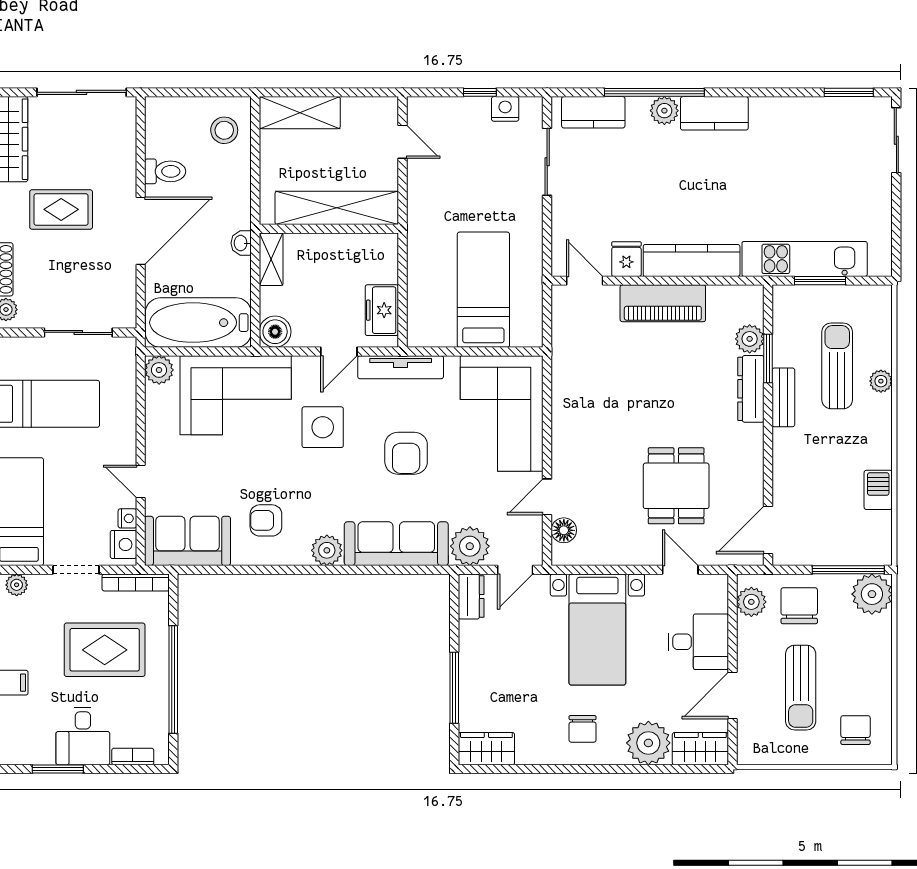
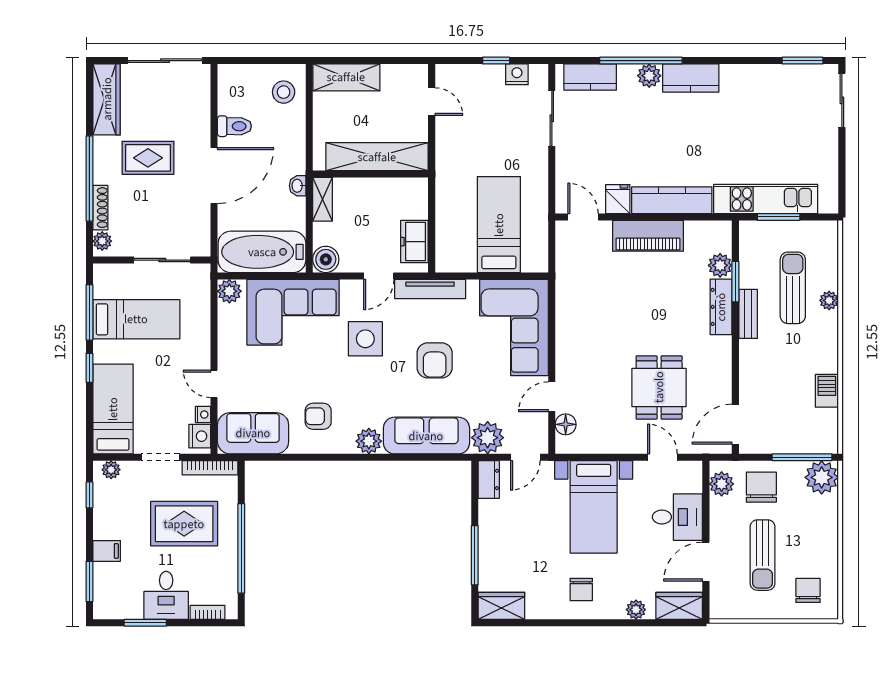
plant: (648, 743) -> (636, 610), width x0.53, depth x0.53

